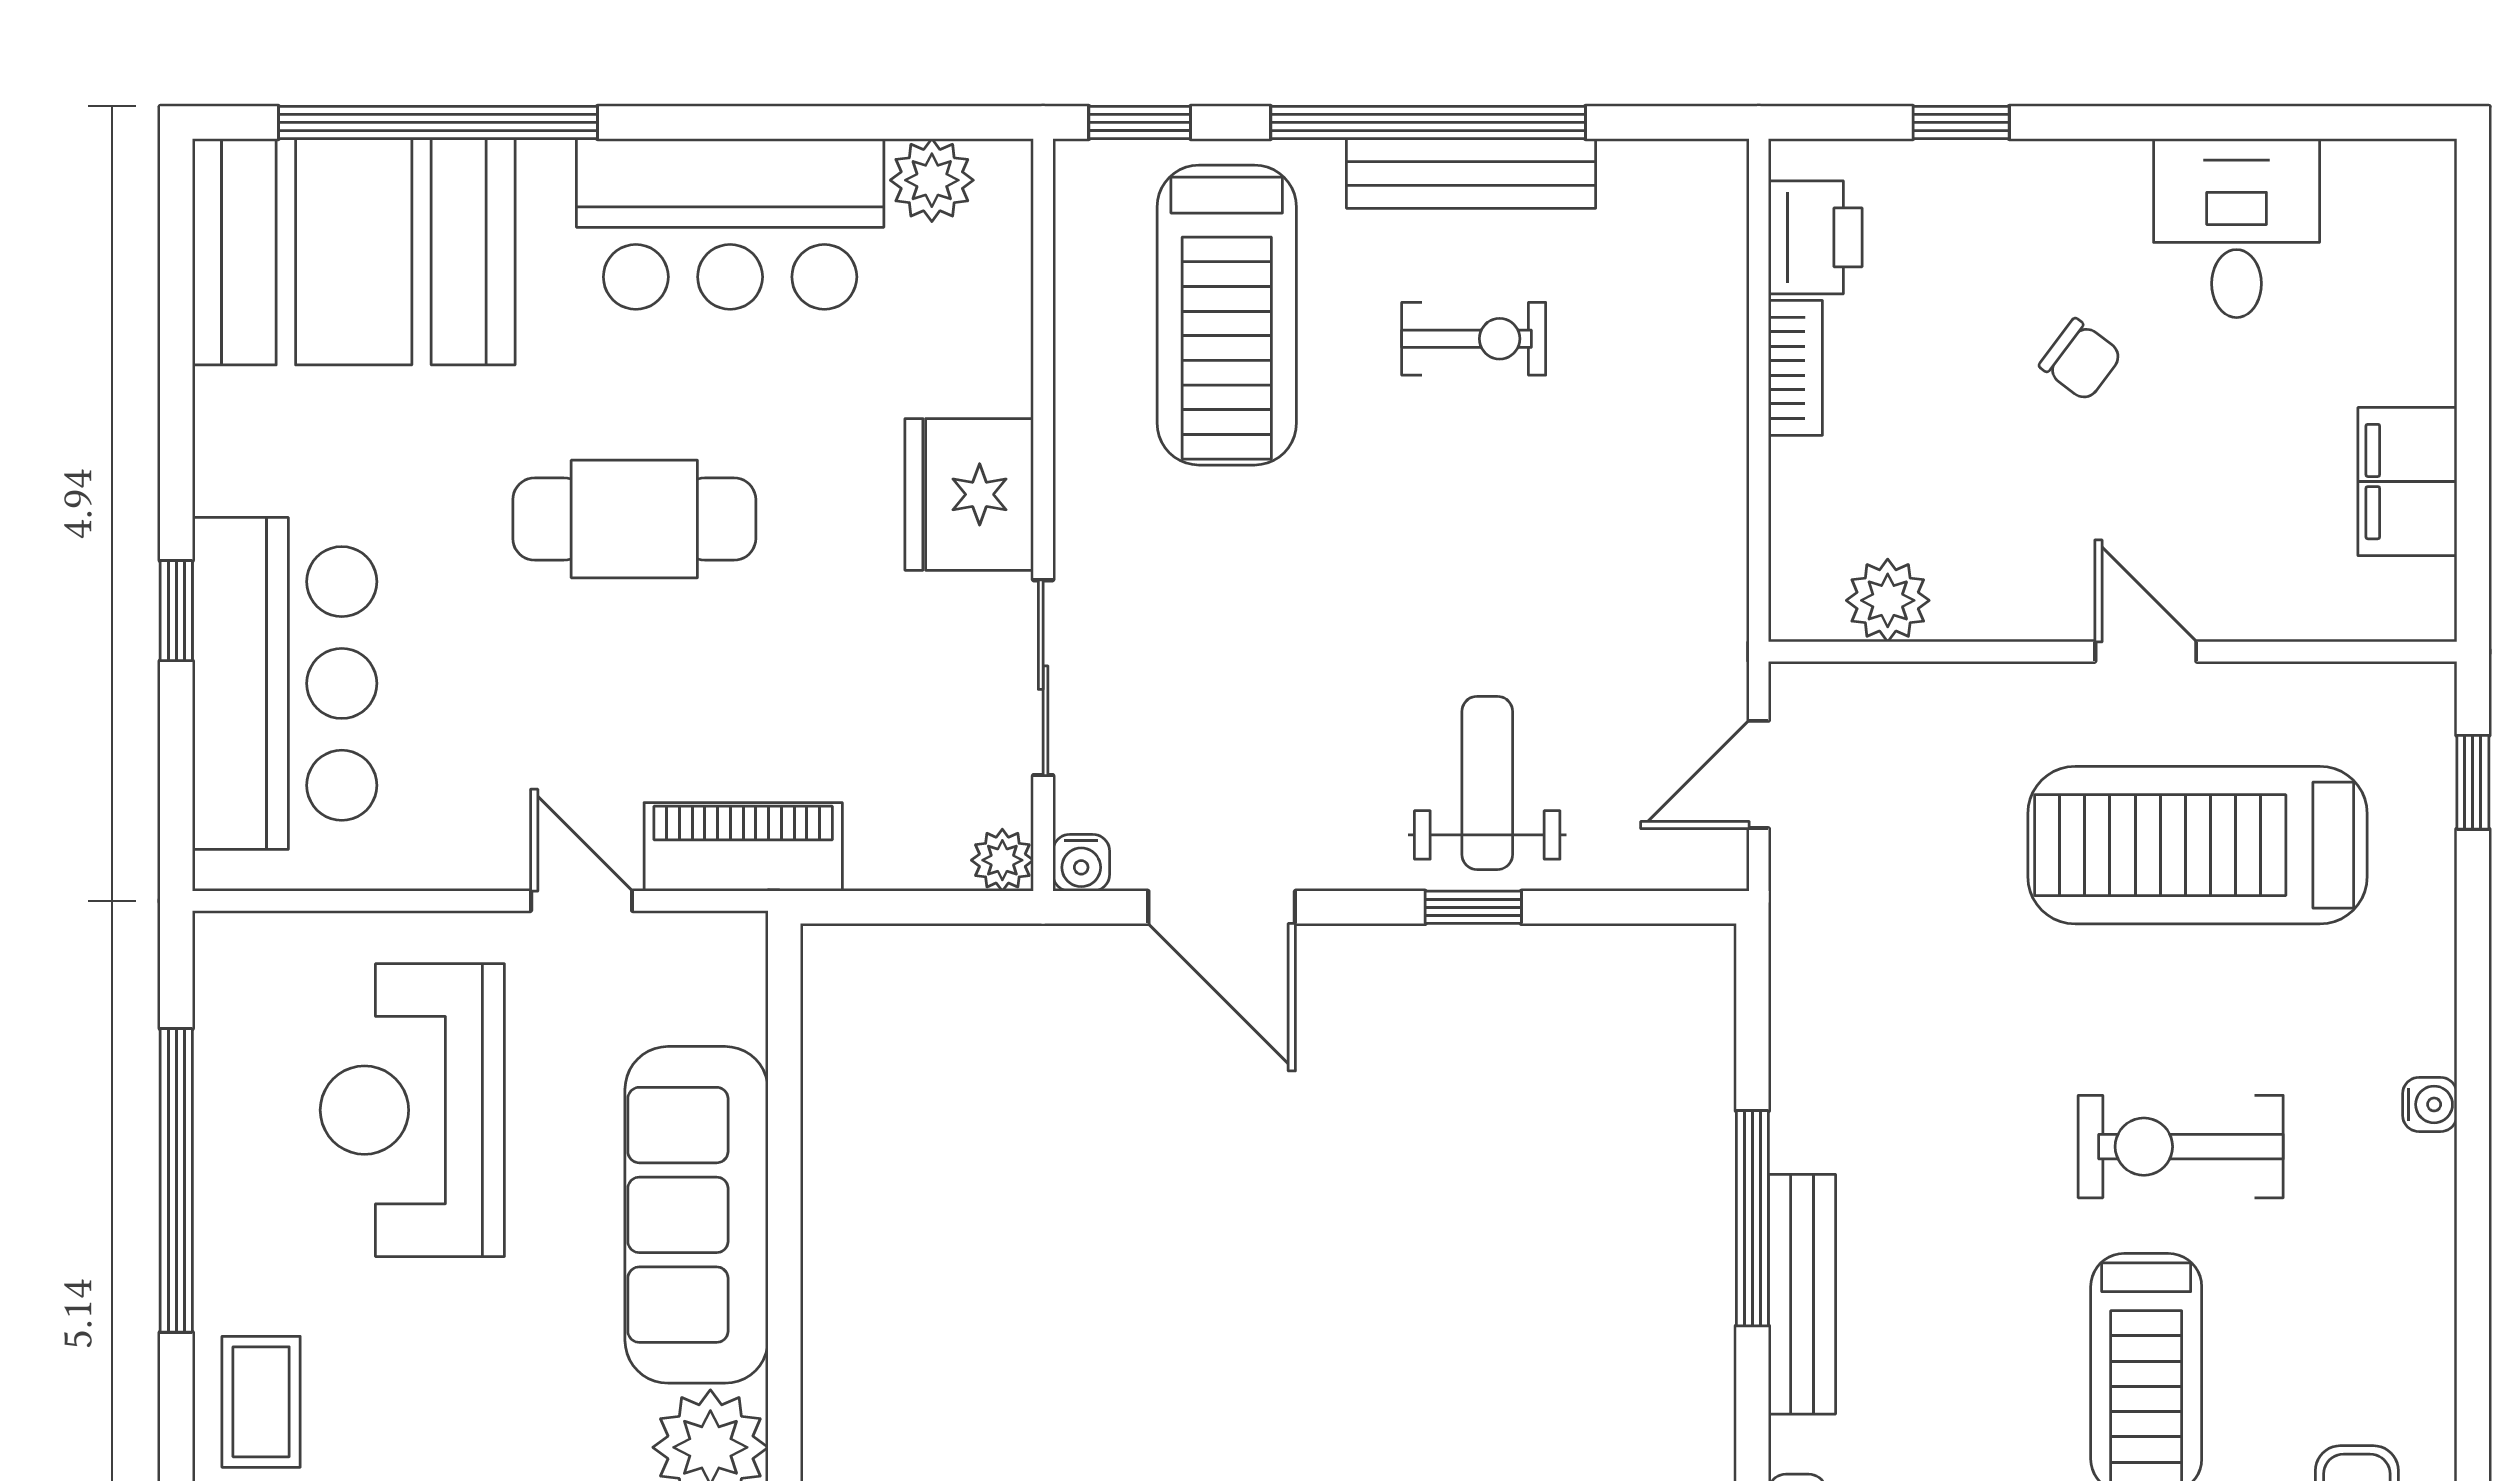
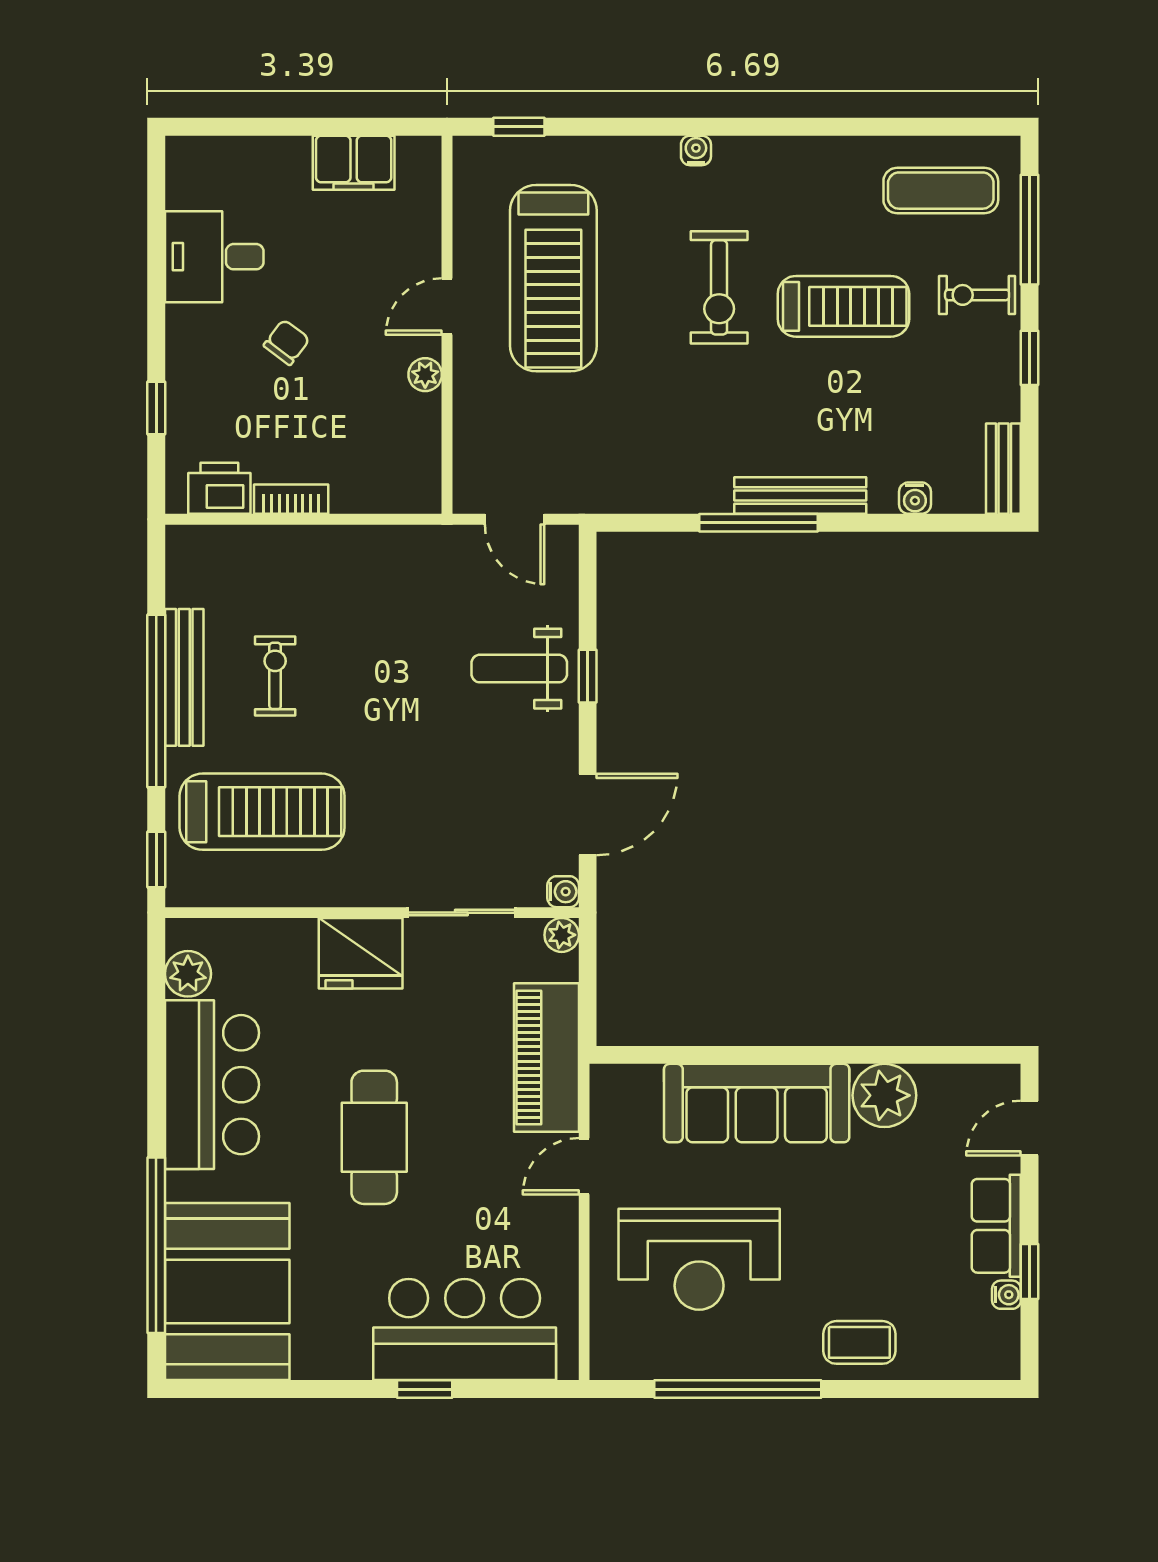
plant: (1888, 600) -> (425, 375), moved, width x0.73, depth x0.73
piano: (743, 847) -> (546, 1058), width x1.37, depth x1.33

